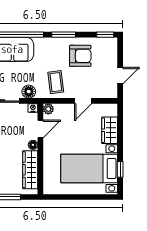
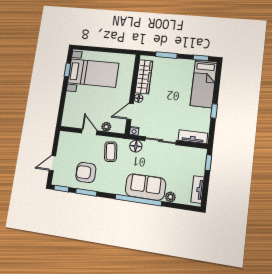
window: (64, 35) -> (86, 192), moved
door: (120, 76) -> (52, 163), moved
door: (83, 101) -> (89, 132), hinge flipped
plant: (48, 109) -> (106, 127), moved
wardrobe: (110, 130) -> (71, 104), removed

